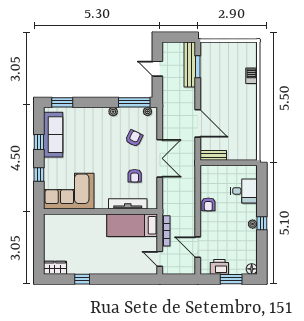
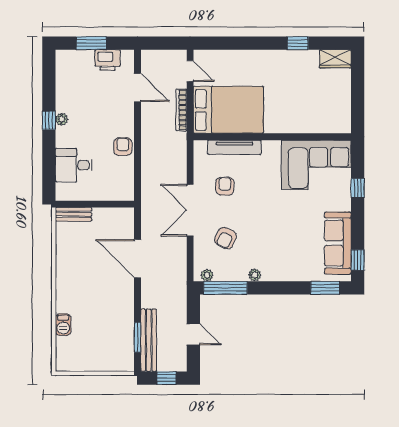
window: (177, 37) -> (167, 378), added
window: (39, 142) -> (358, 260), moved
bench: (213, 155) -> (74, 214), moved
bed: (132, 225) -> (228, 110), width x1.50
floor lamp: (252, 269) -> (63, 57), removed

